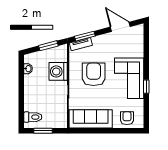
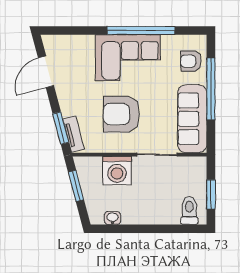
window: (146, 87) -> (141, 30), width x3.17
window: (110, 131) -> (211, 89), added

